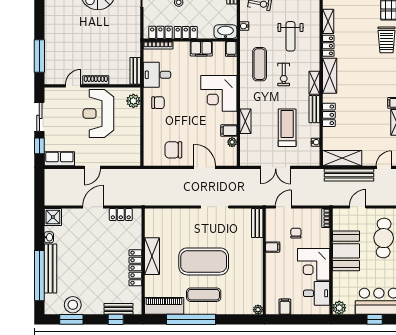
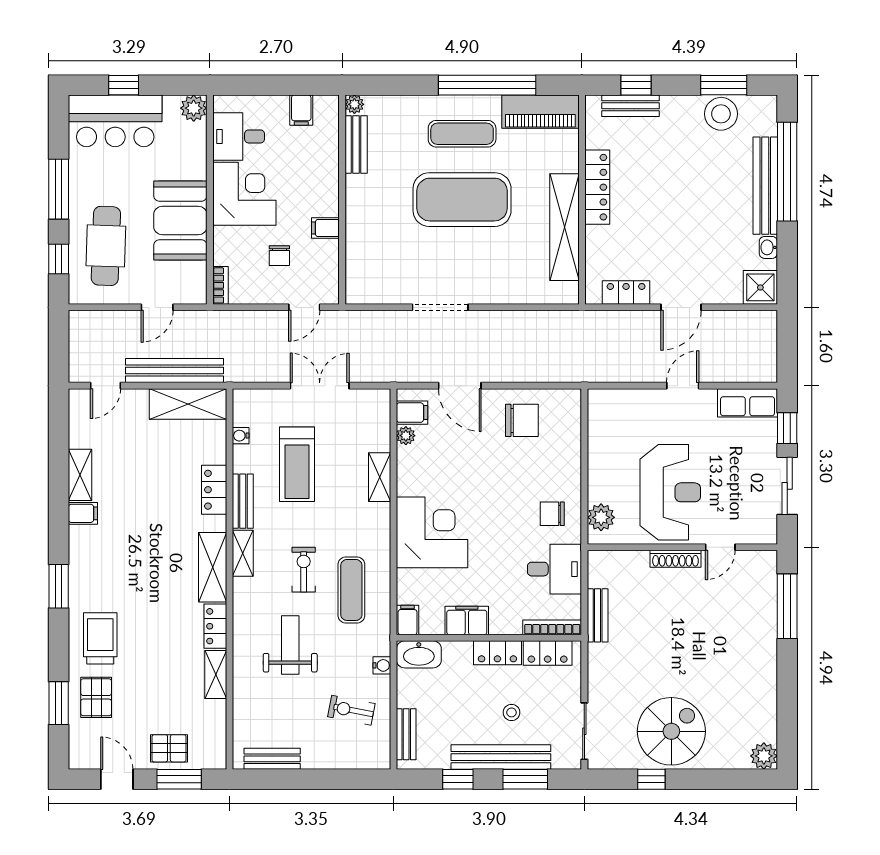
bench: (135, 71) -> (598, 615), moved
filing cabinet: (229, 131) -> (412, 413), moved
bench: (257, 223) -> (356, 145), moved
shelving: (152, 256) -> (564, 227), width x1.47

